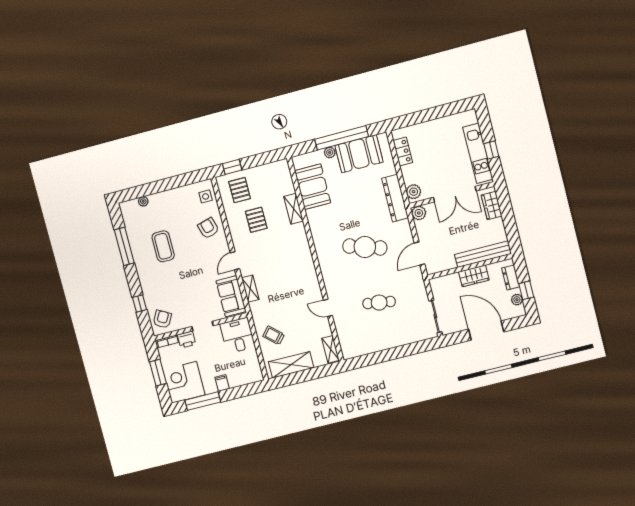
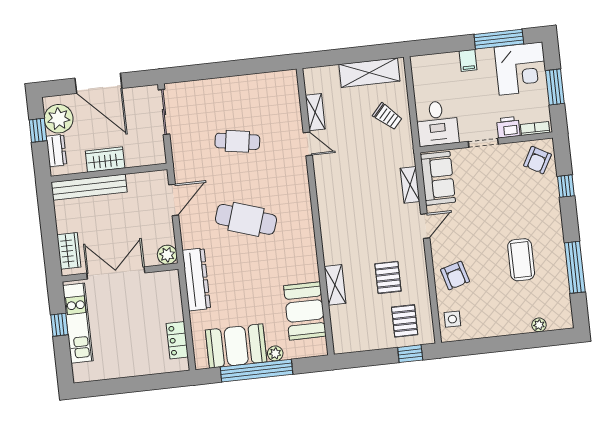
plant: (414, 192) -> (170, 284), removed
plant: (517, 300) -> (59, 119), width x1.87, depth x1.87
shelving: (330, 349) -> (315, 112), moved

